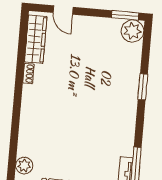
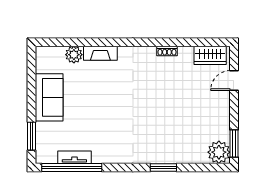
wardrobe: (36, 39) -> (210, 55), width x0.67
fireplace: (25, 139) -> (100, 53), added

